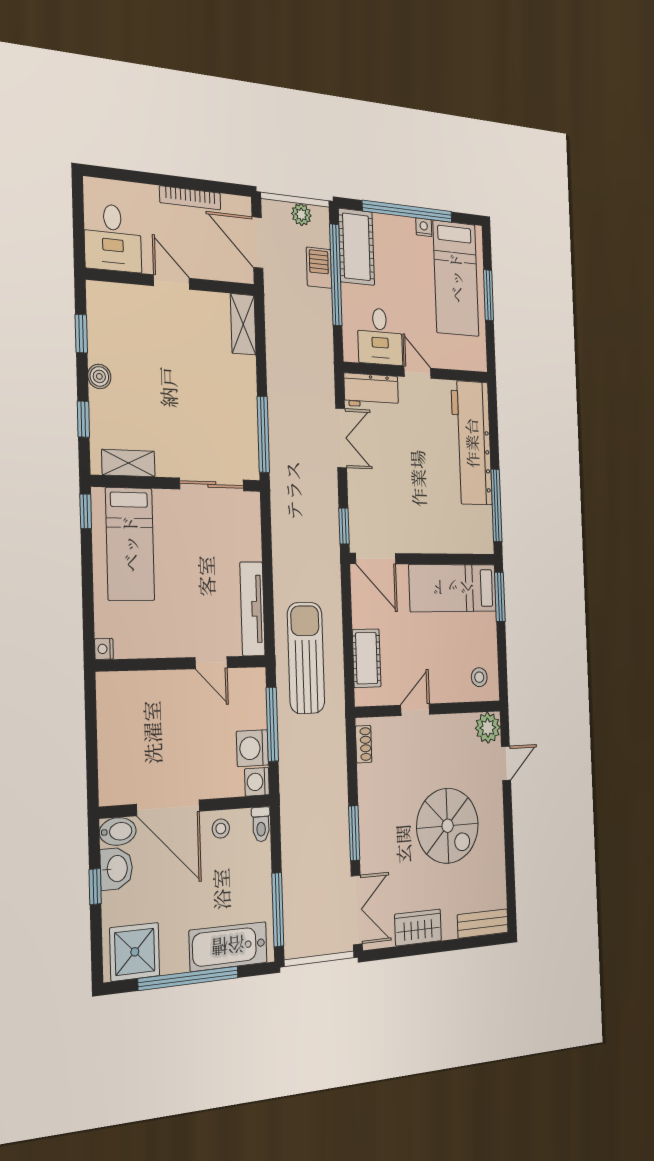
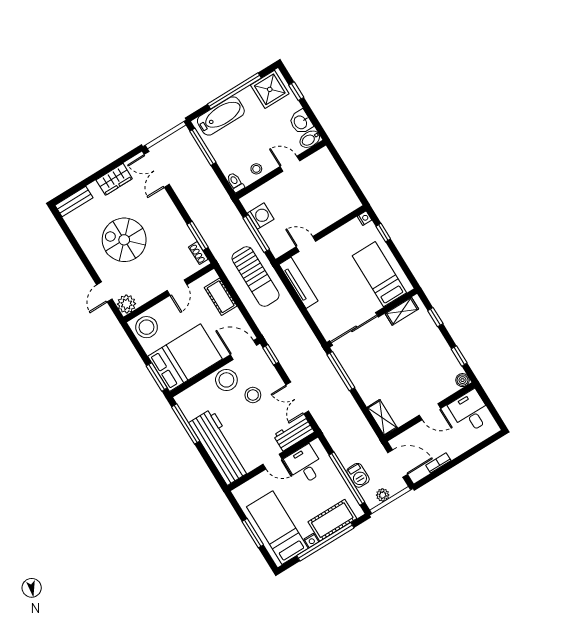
bookcase: (190, 198) -> (438, 463), width x0.64
cot: (356, 247) -> (332, 520), moved, turned 90
boiler: (99, 376) -> (462, 380), moved
sliding door: (212, 485) -> (354, 329), width x1.37
stool: (396, 485) -> (253, 395), added
window: (86, 511) -> (383, 233), moved
stool: (418, 531) -> (226, 380), added
bed: (453, 588) -> (185, 358), width x1.50
stool: (479, 677) -> (147, 327), width x1.89, depth x1.89
washing machine: (257, 782) -> (249, 201), removed
door: (168, 808) -> (290, 164), width x0.53
window: (354, 833) -> (198, 236), moved
window: (95, 887) -> (296, 91), moved

